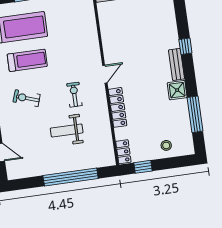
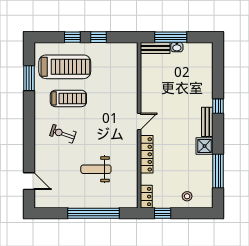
exercise bike: (74, 95) -> (108, 137), removed

